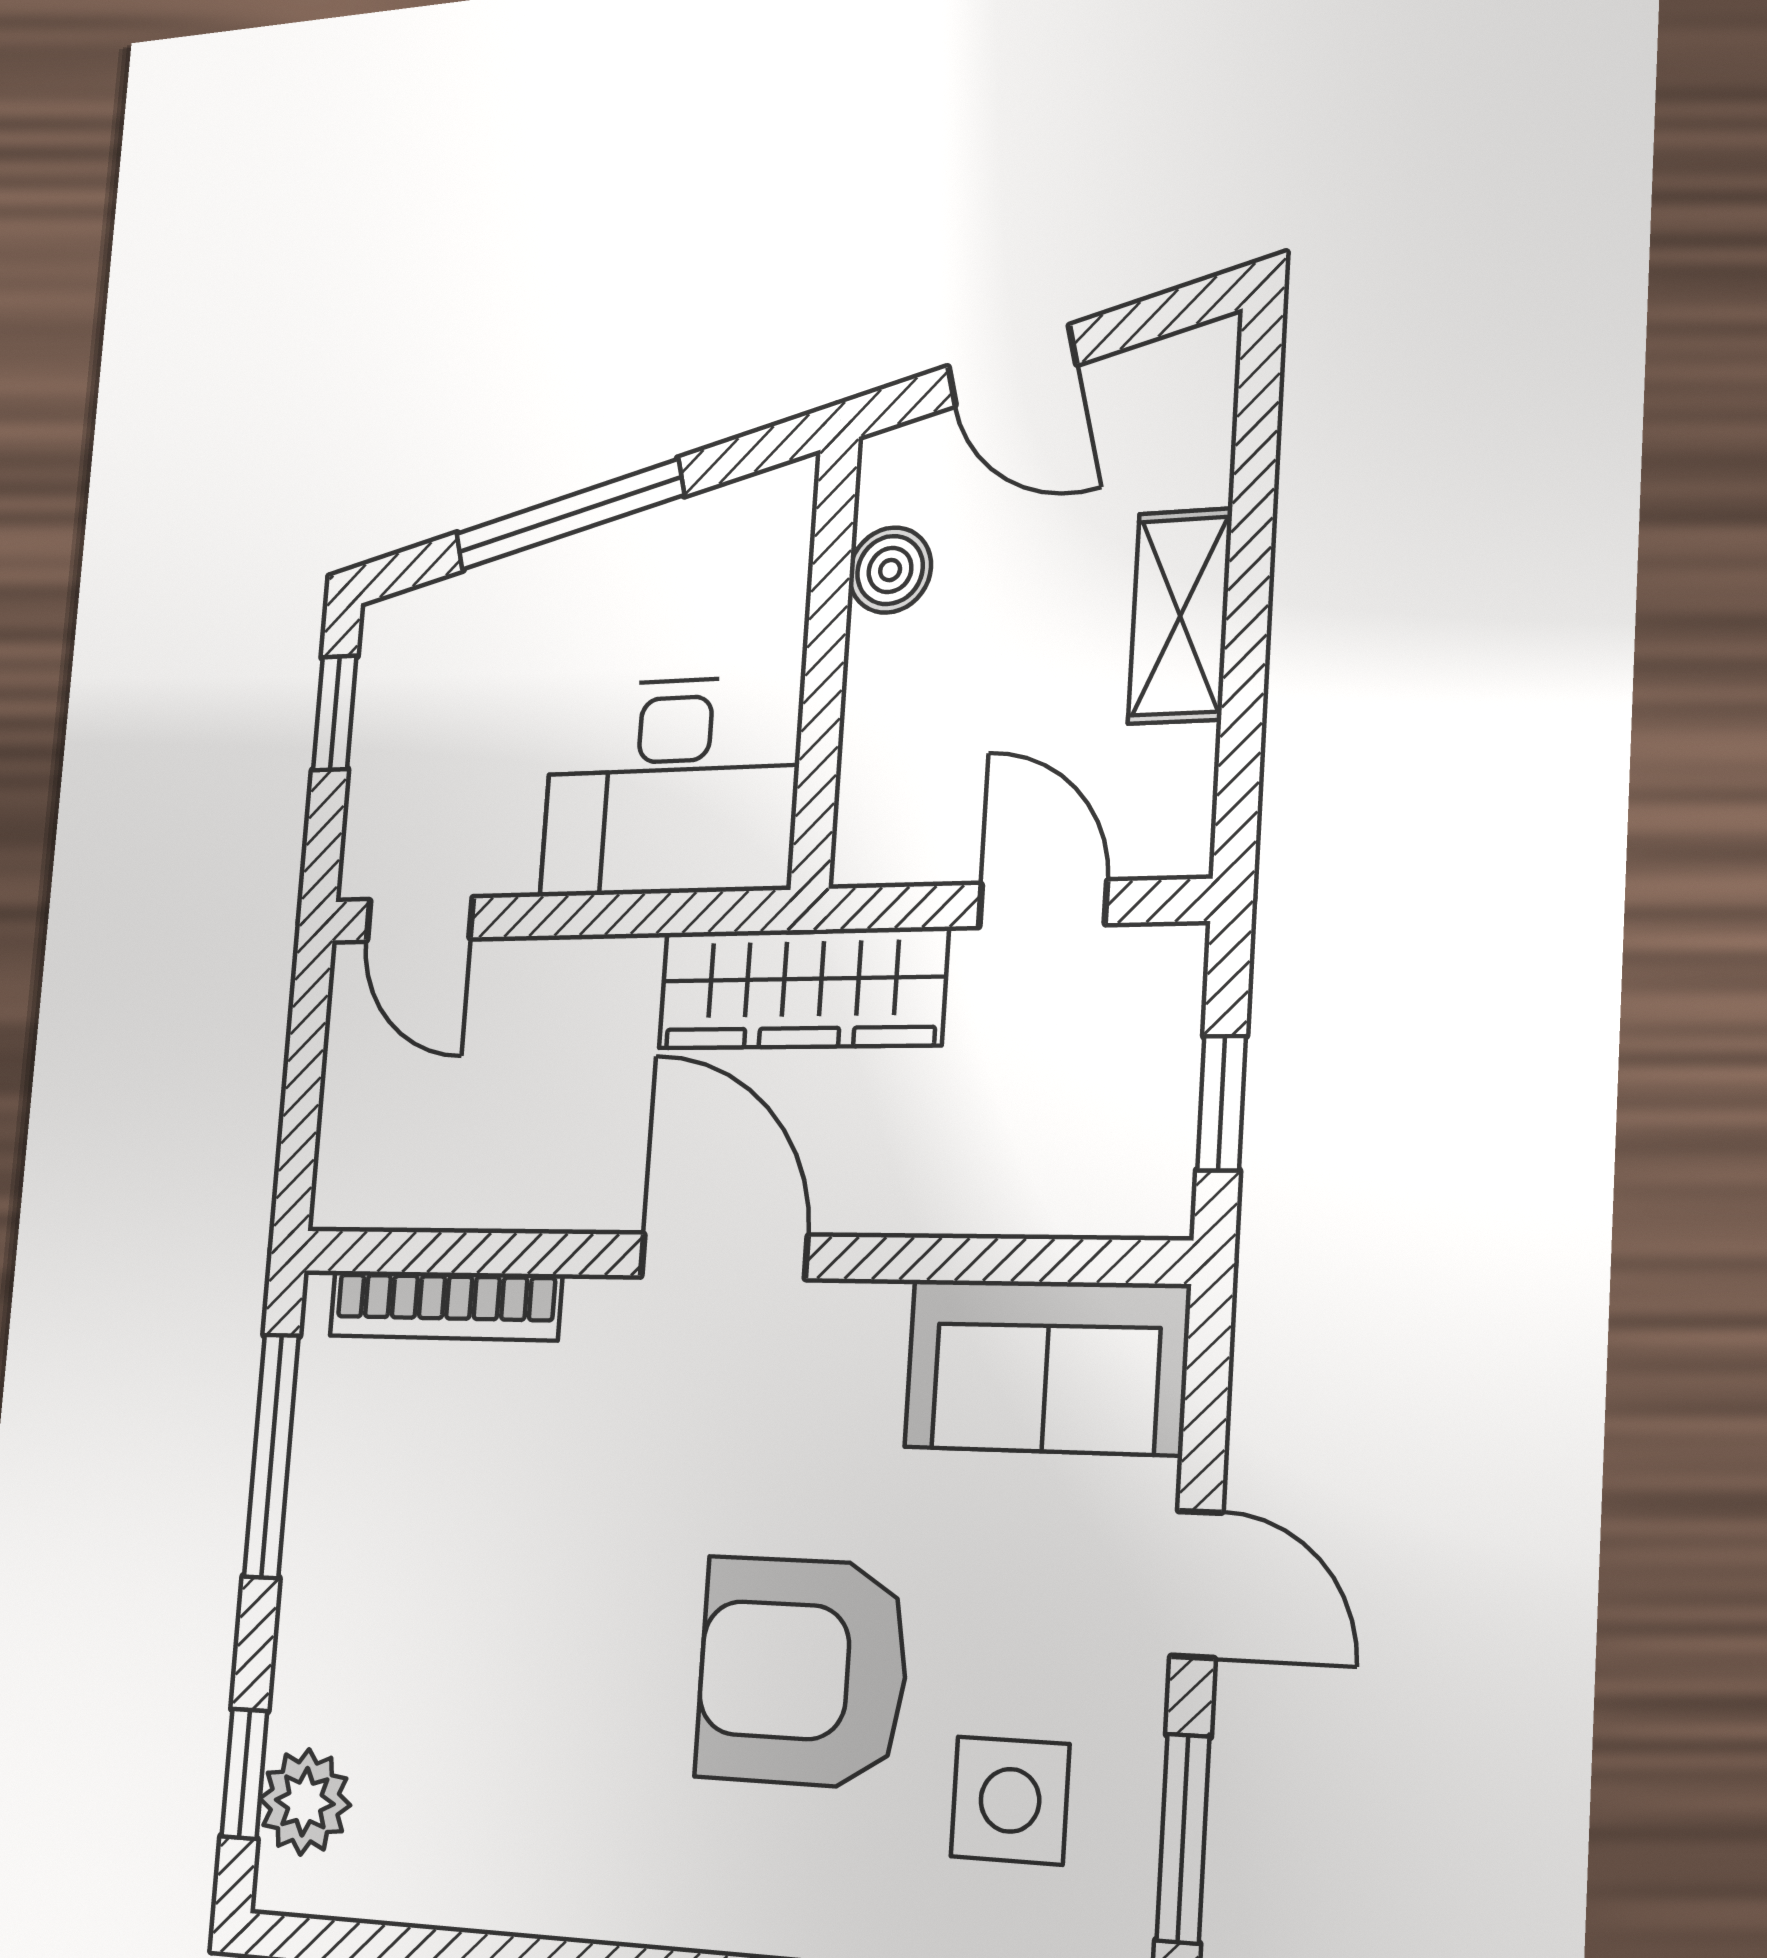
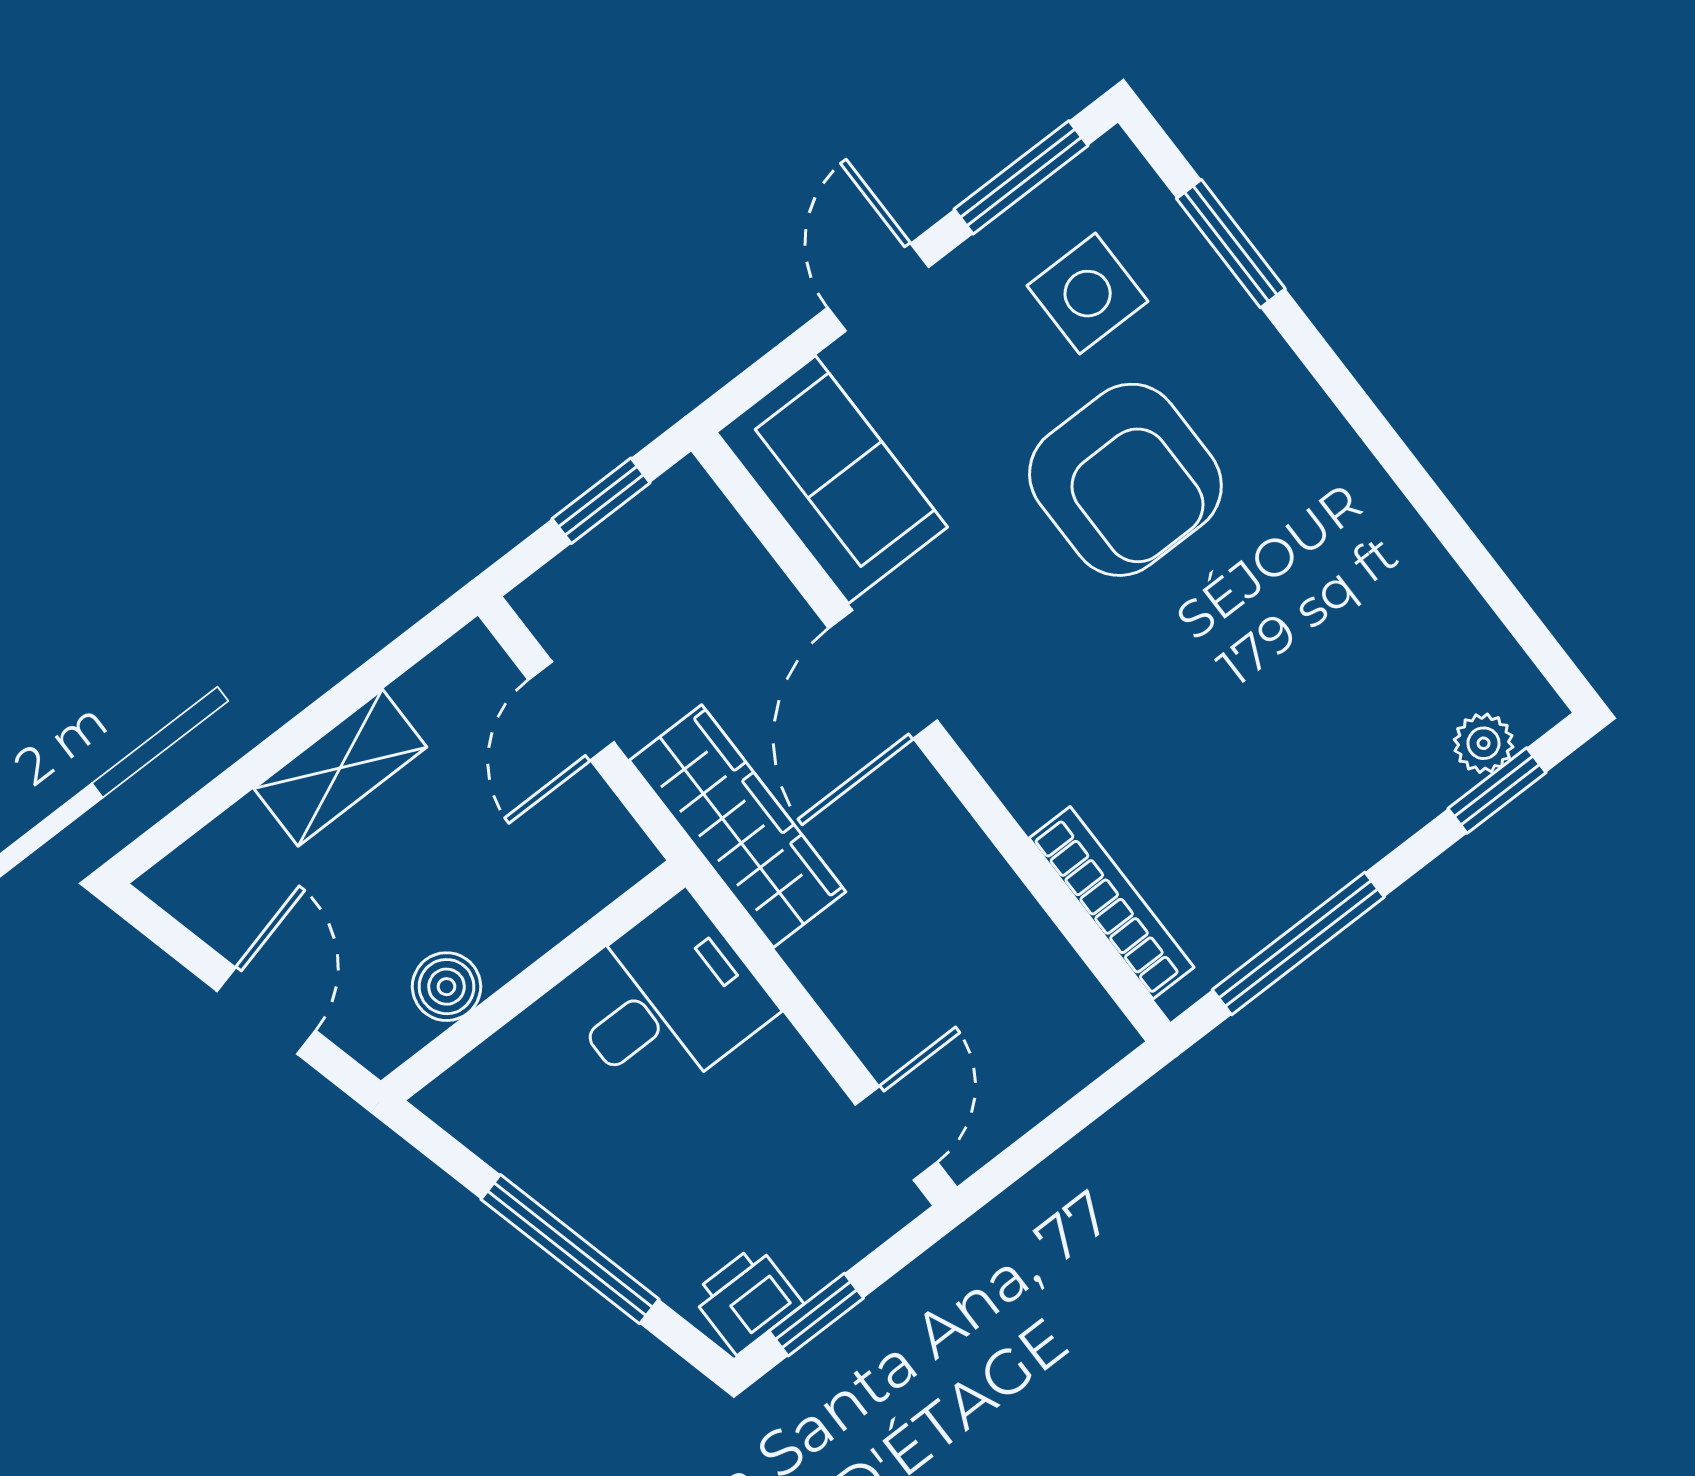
printer: (398, 656) -> (747, 1299), added
desk: (671, 787) -> (666, 1000), width x0.73
door: (724, 1256) -> (883, 674), moved
plant: (305, 1802) -> (1484, 743), width x0.73, depth x0.73

